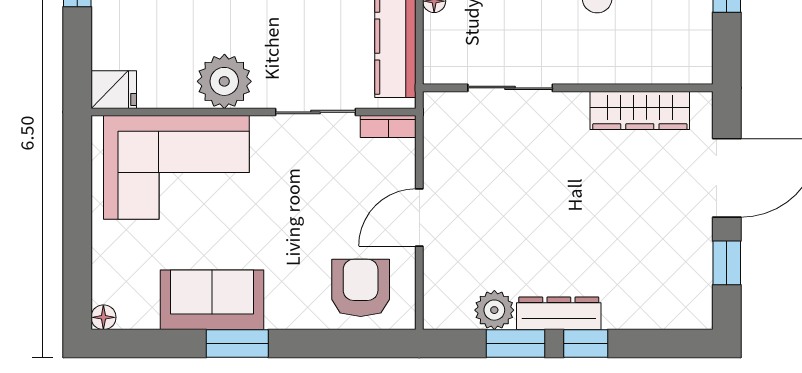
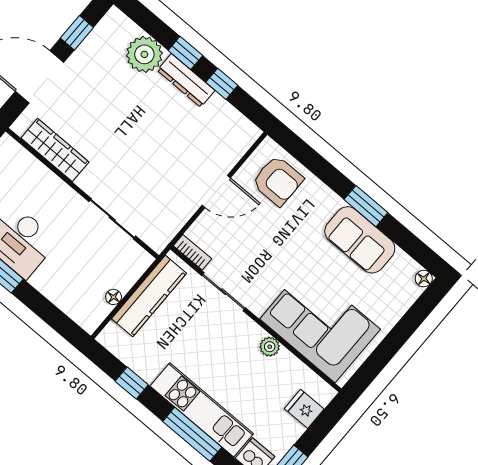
plant: (224, 81) -> (270, 347), width x0.53, depth x0.53
fridge: (114, 90) -> (304, 409), moved
armchair: (361, 288) -> (278, 181), turned -90
plant: (494, 310) -> (144, 54), moved, width x1.36, depth x1.36
window: (516, 344) -> (222, 84), width x0.67

